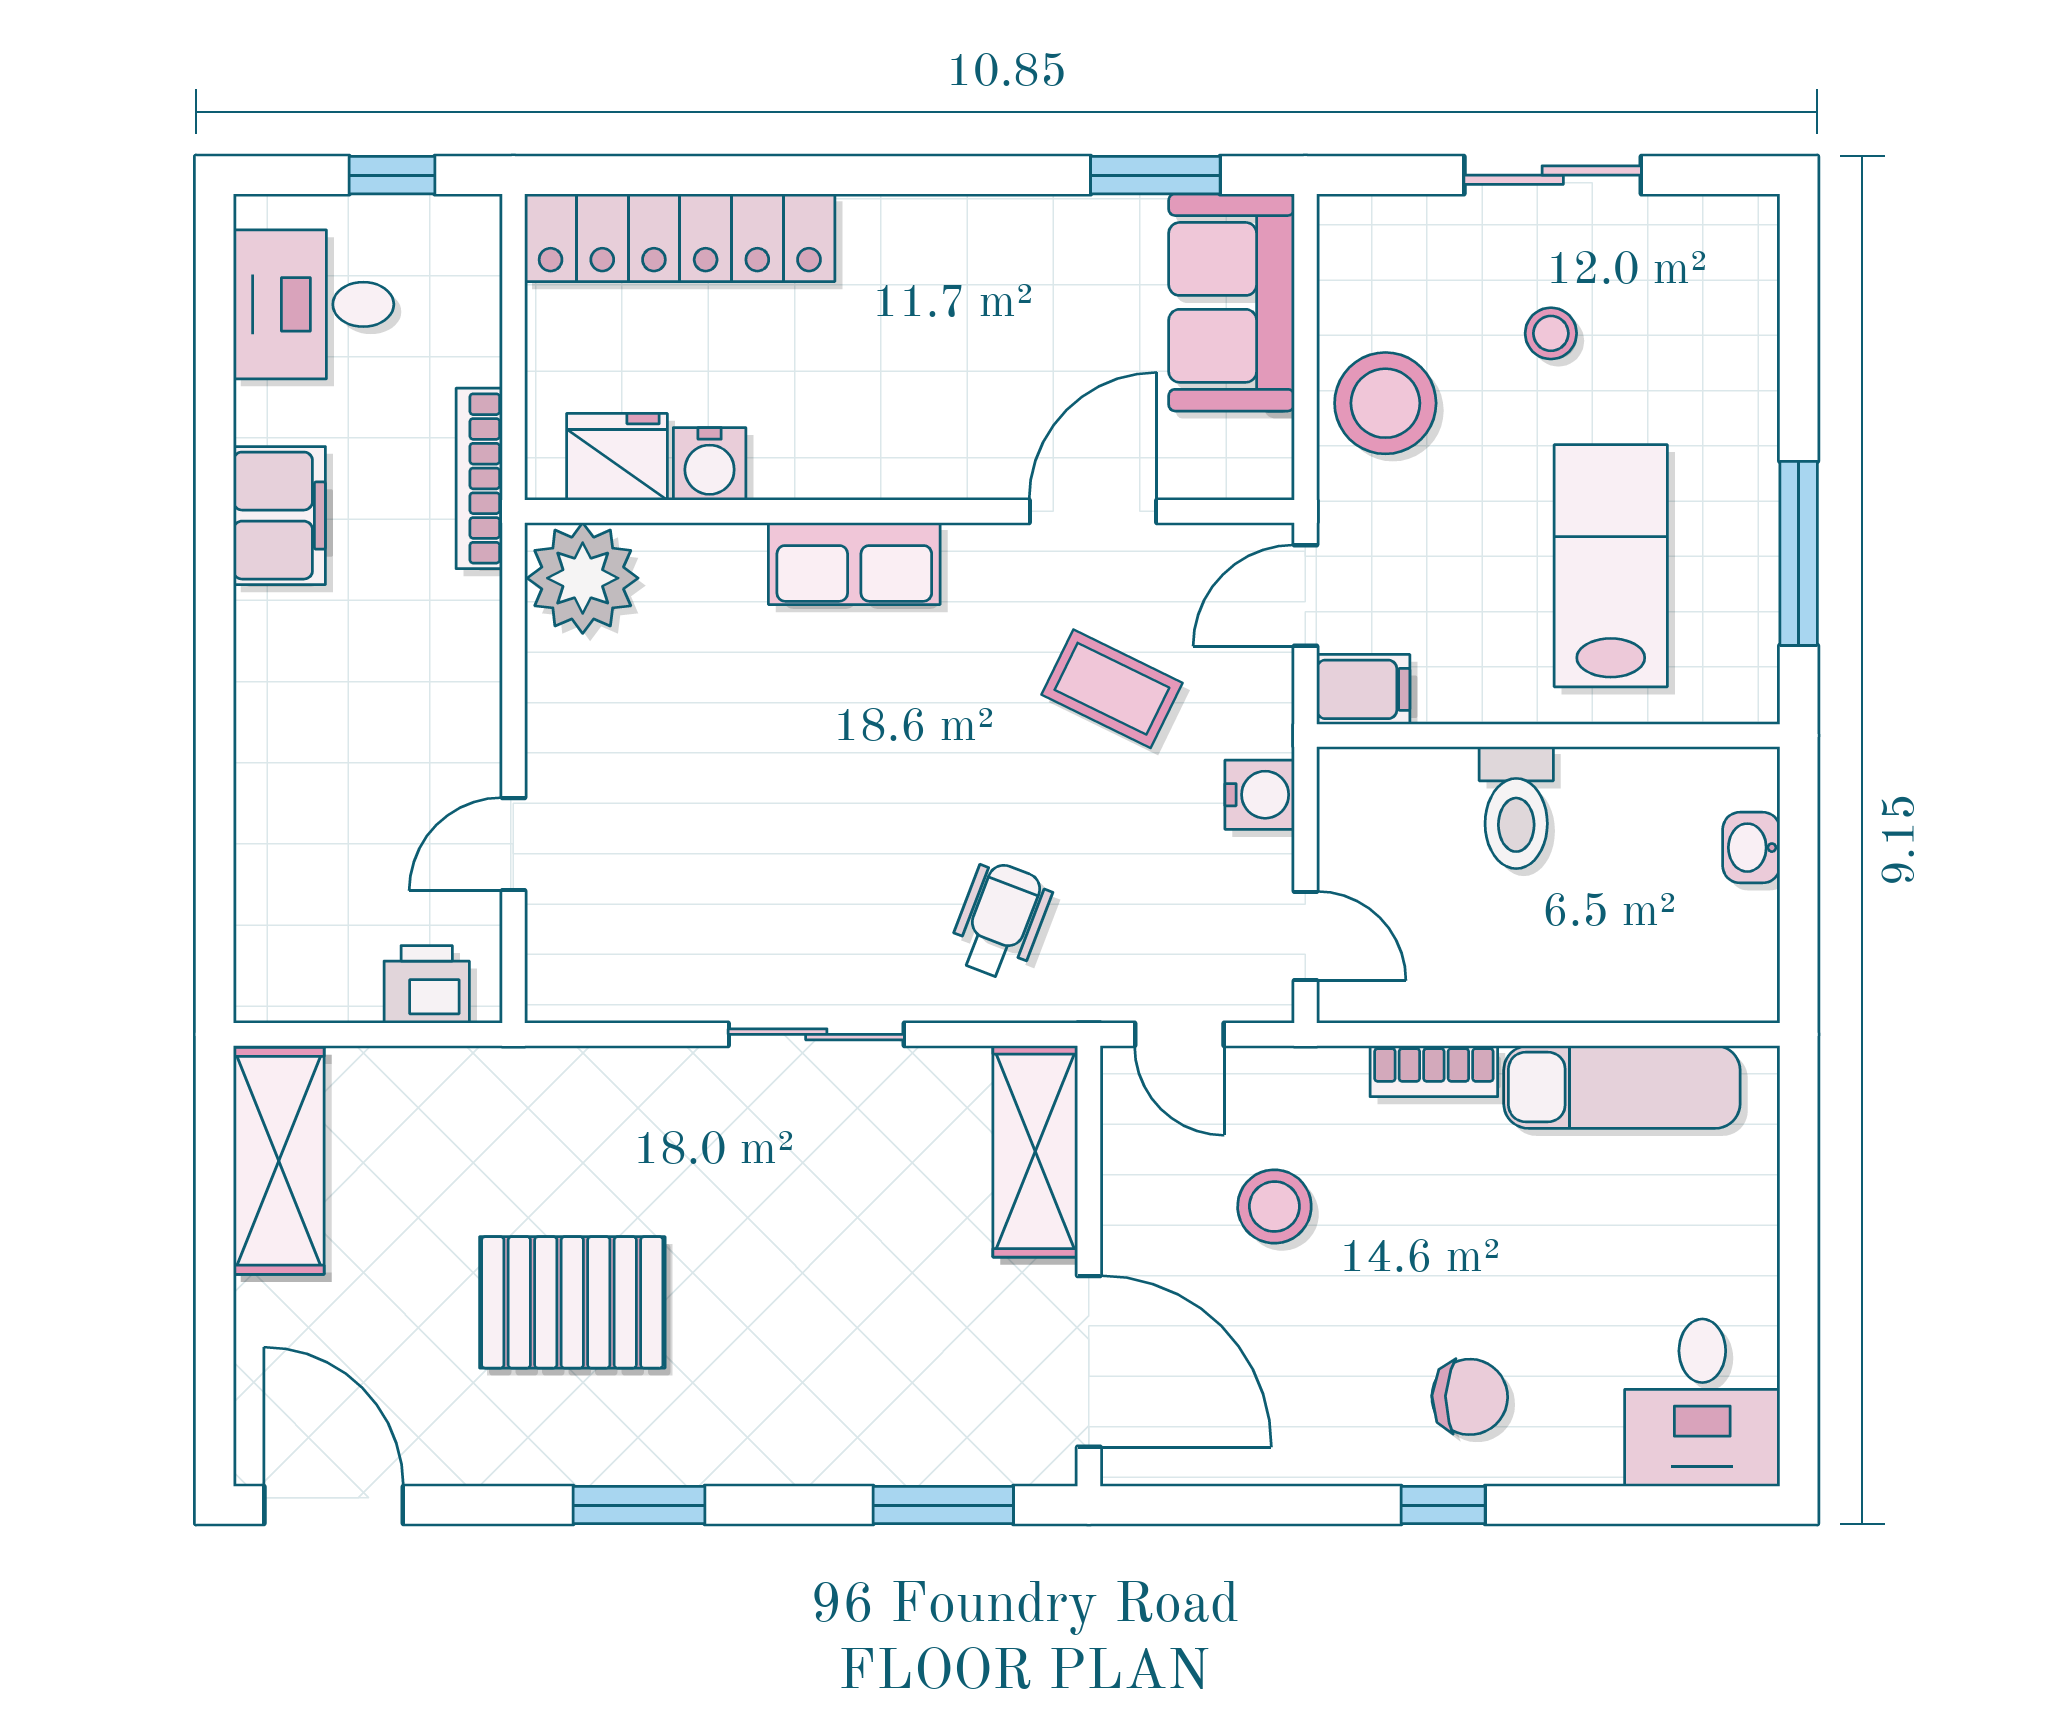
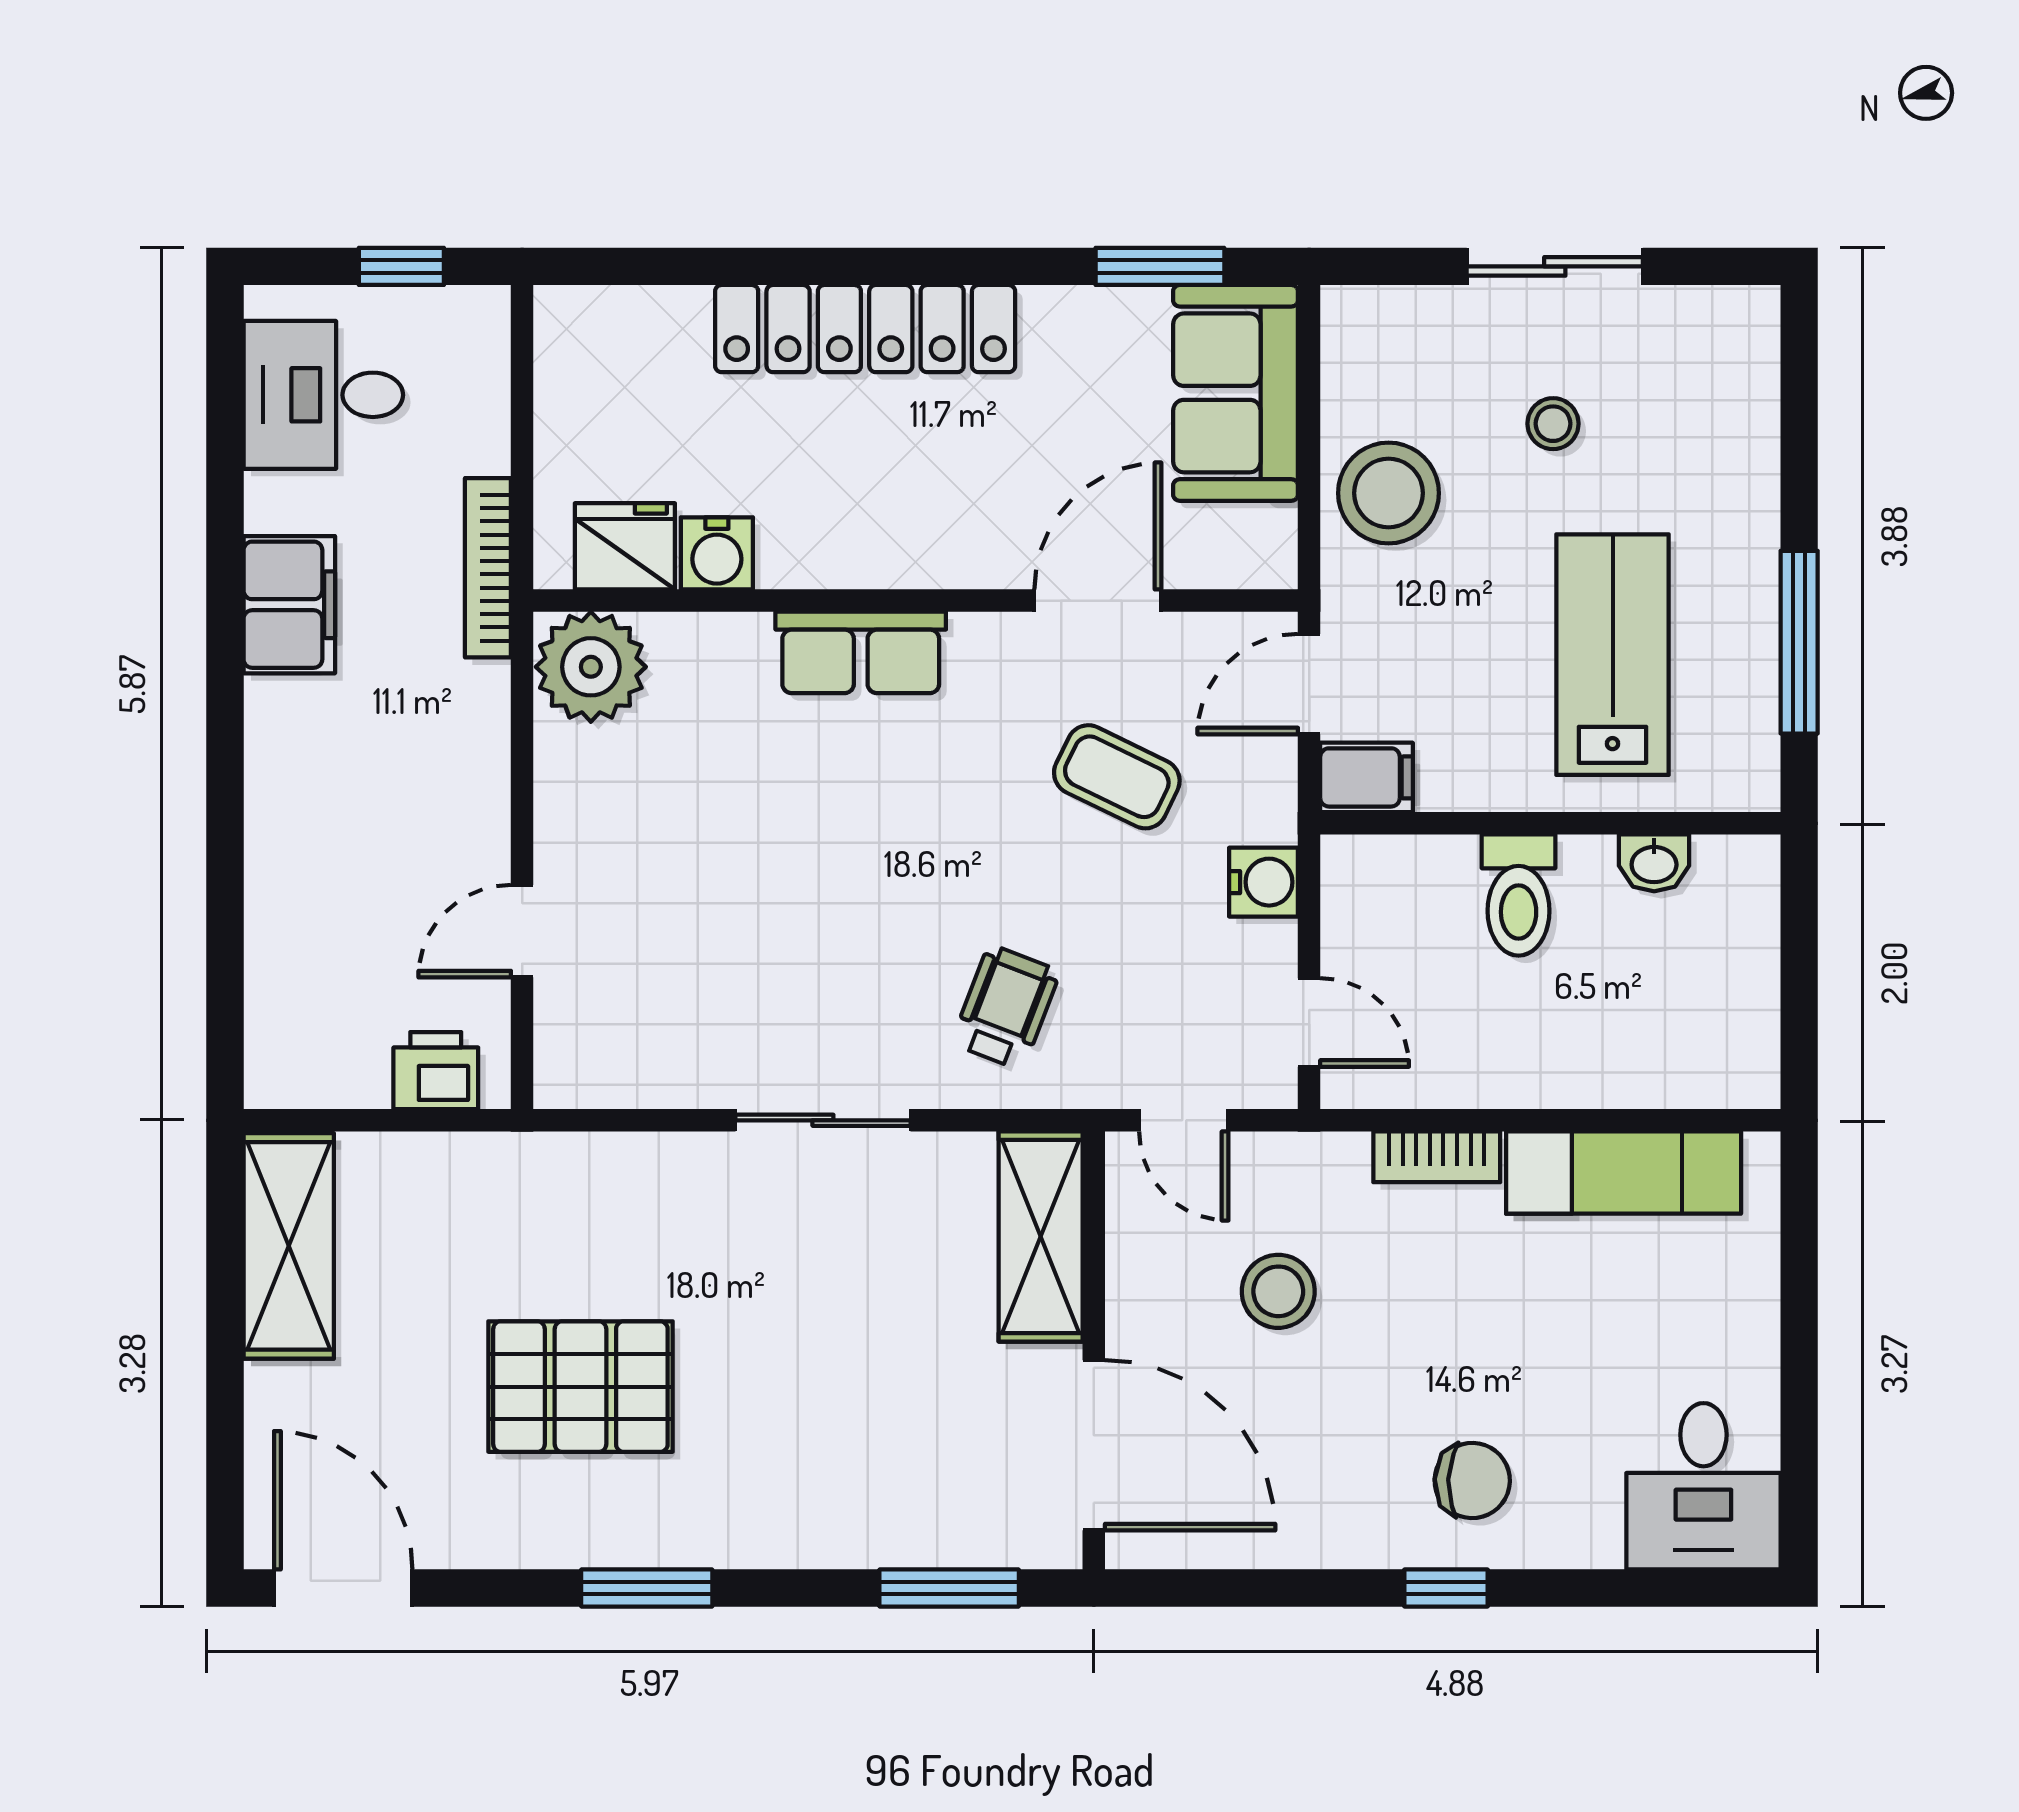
locker: (680, 238) -> (865, 329), moved
washbasin: (1751, 848) -> (1654, 863), moved, turned -90

